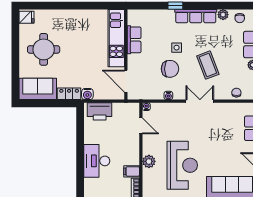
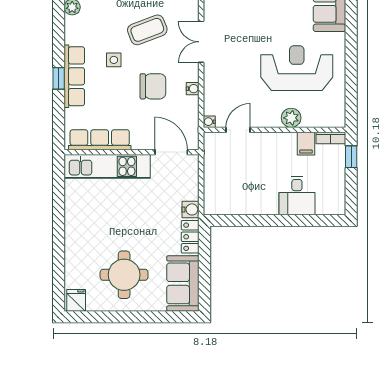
row of seats: (196, 16) -> (74, 76), moved
row of seats: (134, 40) -> (100, 140), width x1.48
side table: (177, 48) -> (114, 60), moved
chair: (170, 69) -> (153, 86), turned 90
door: (126, 81) -> (171, 152), swing flipped
printer: (100, 111) -> (216, 191), removed
desk: (97, 161) -> (297, 195), width x0.73

